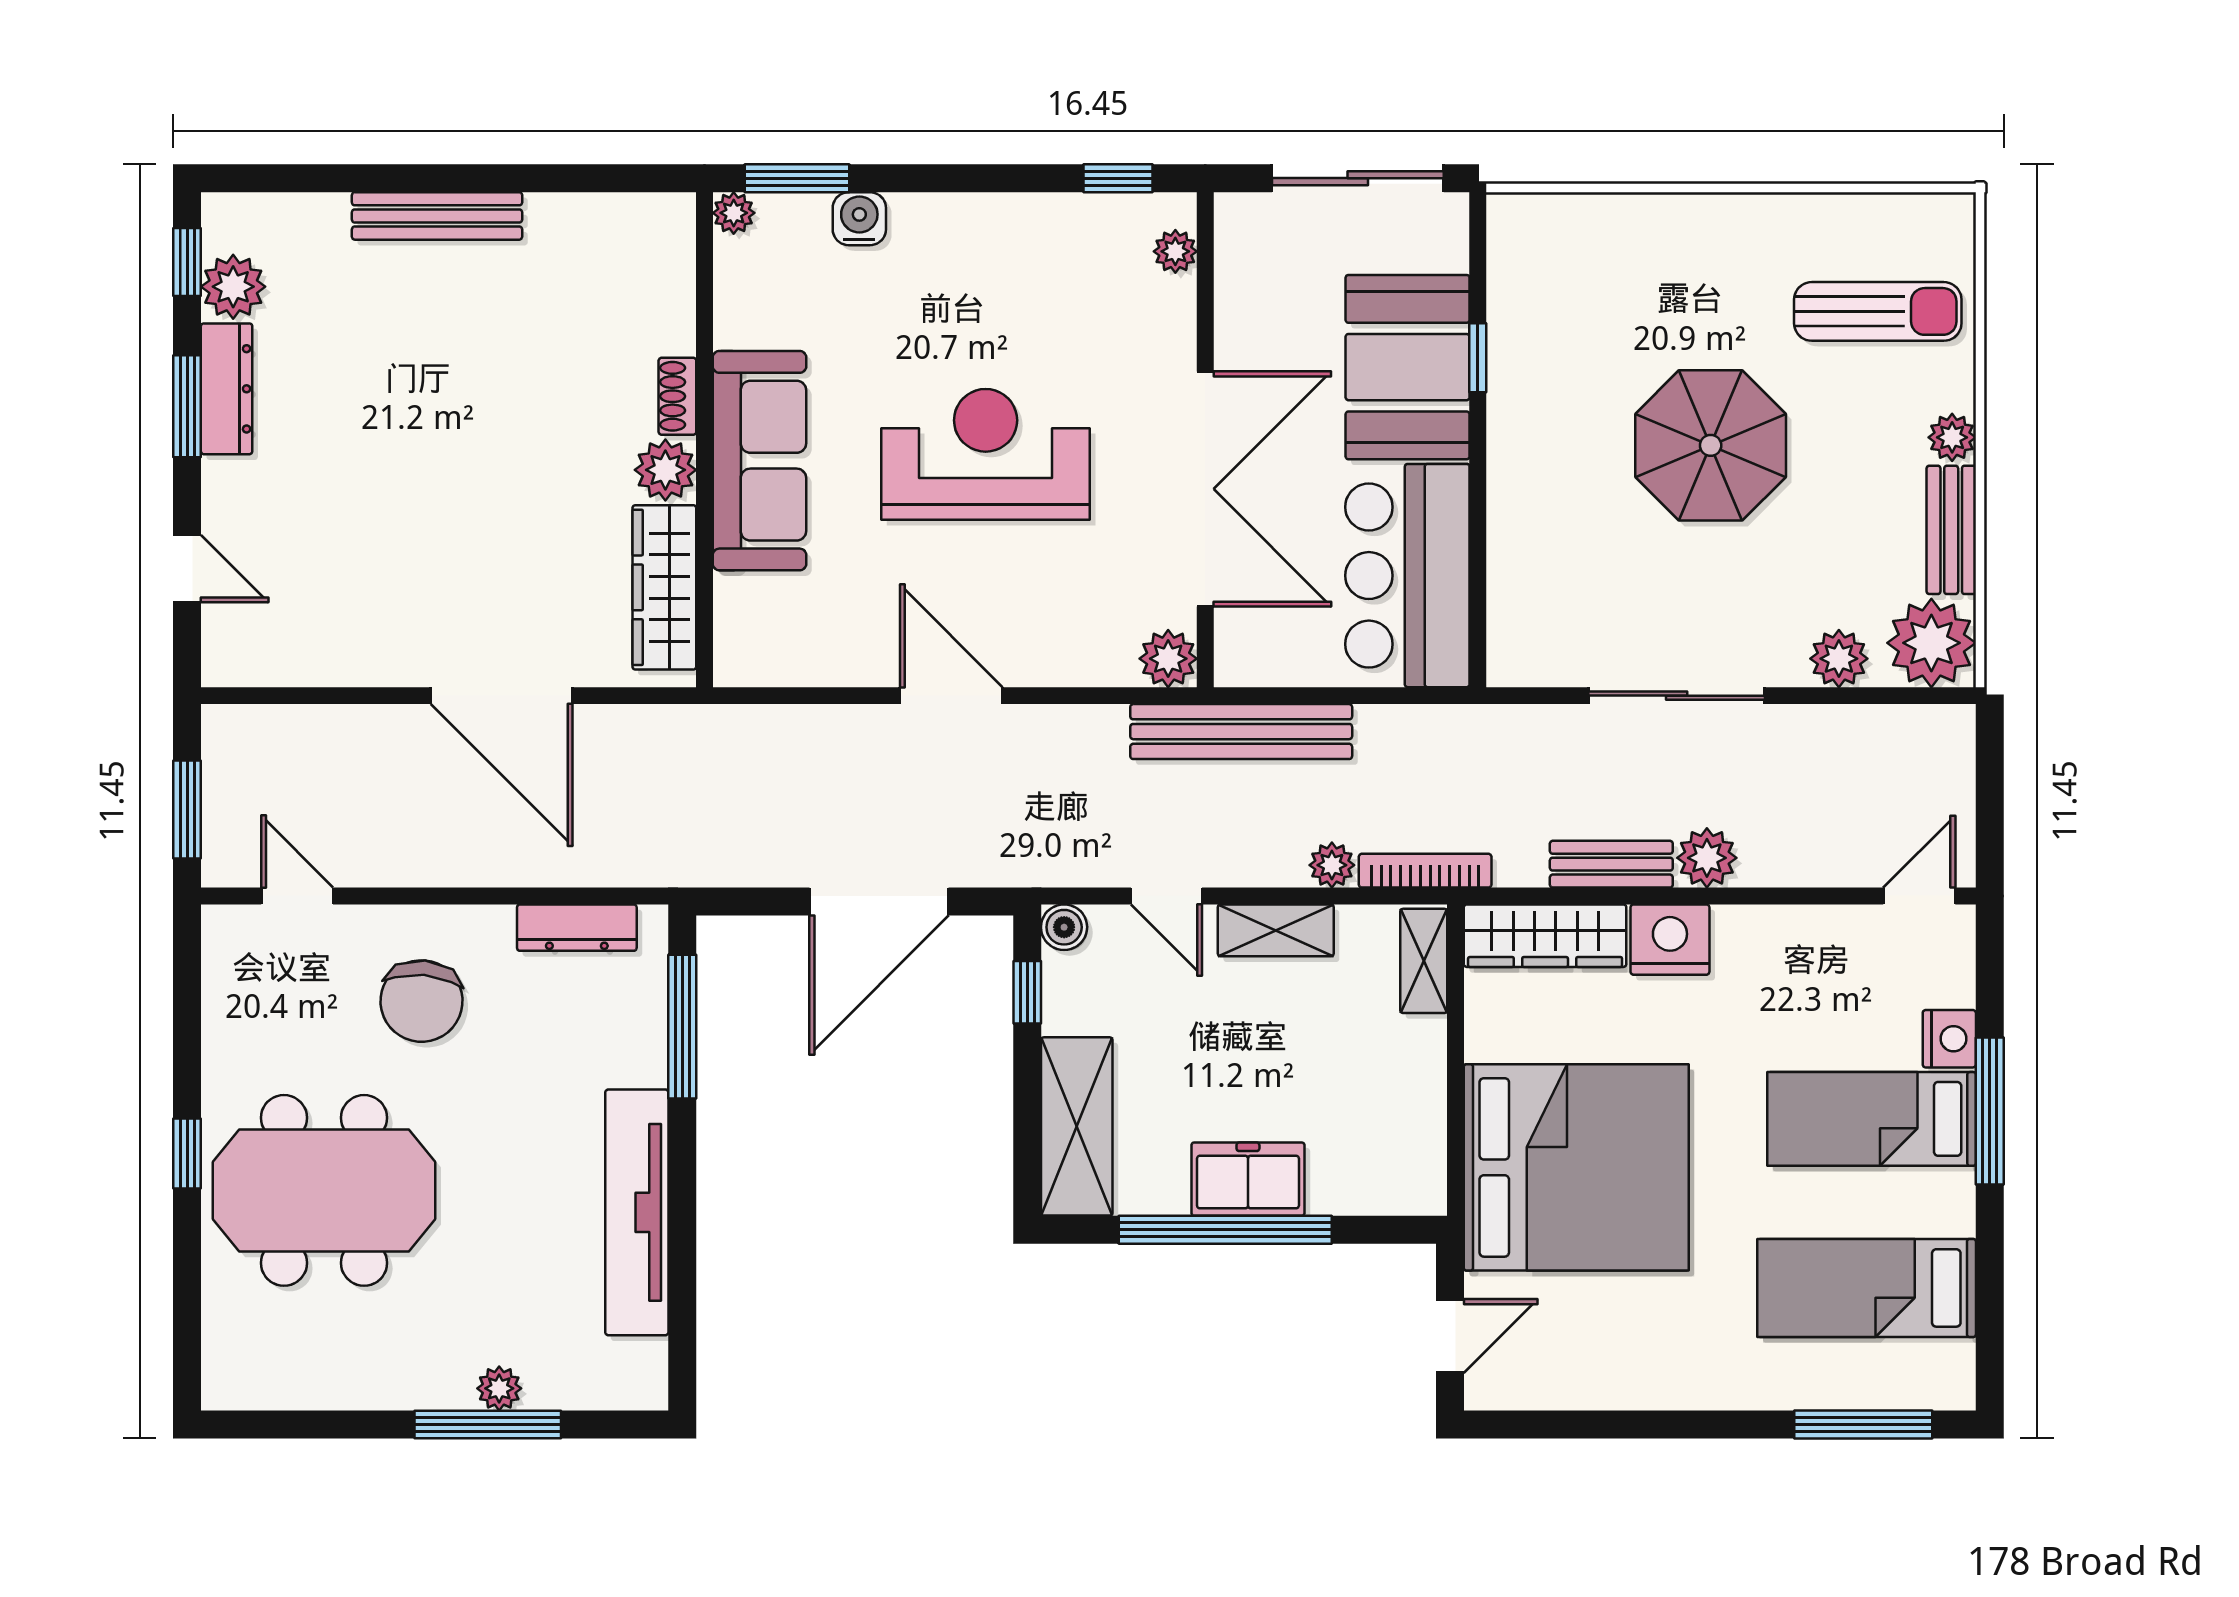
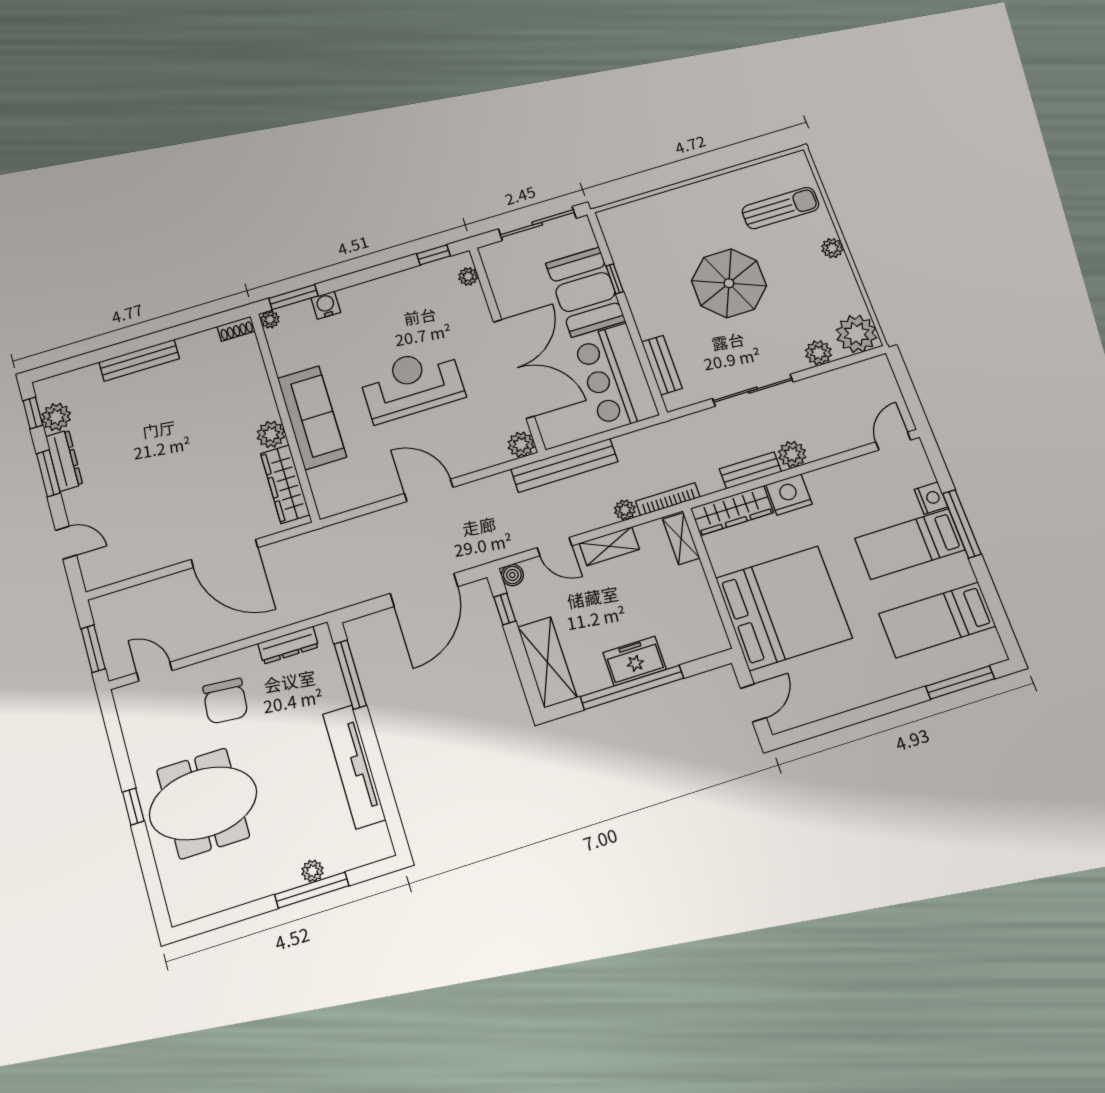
shoe rack: (677, 396) -> (236, 329), moved, turned -90
bench: (1951, 530) -> (662, 365), moved

